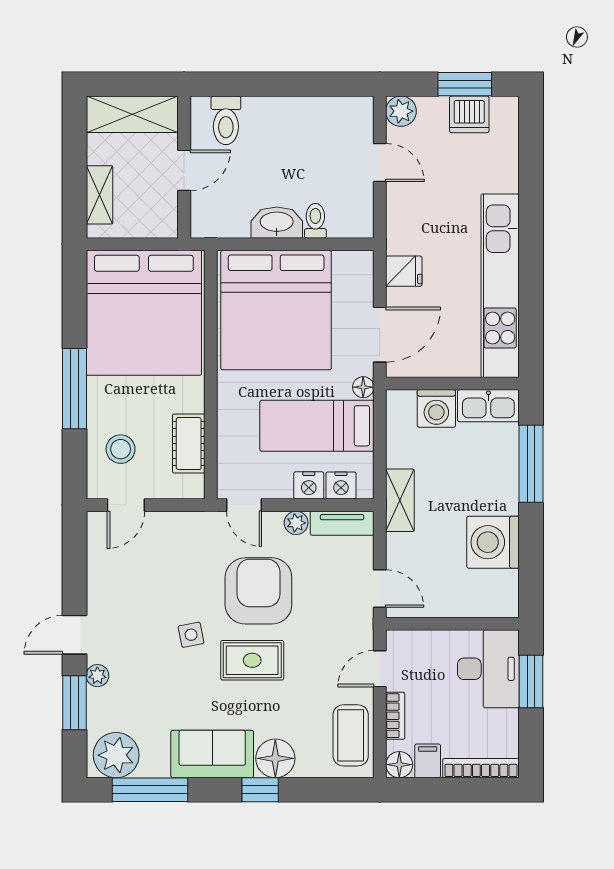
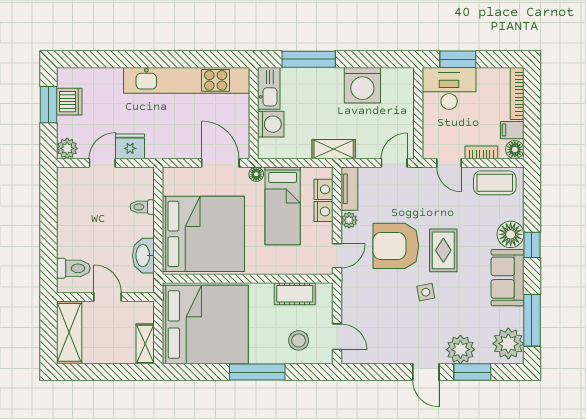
shelving: (99, 195) -> (145, 344), moved, turned 90
washbasin: (277, 223) -> (143, 256), moved
fridge: (404, 271) -> (130, 146), moved, width x1.38
plant: (97, 676) -> (460, 350), width x1.87, depth x1.87

